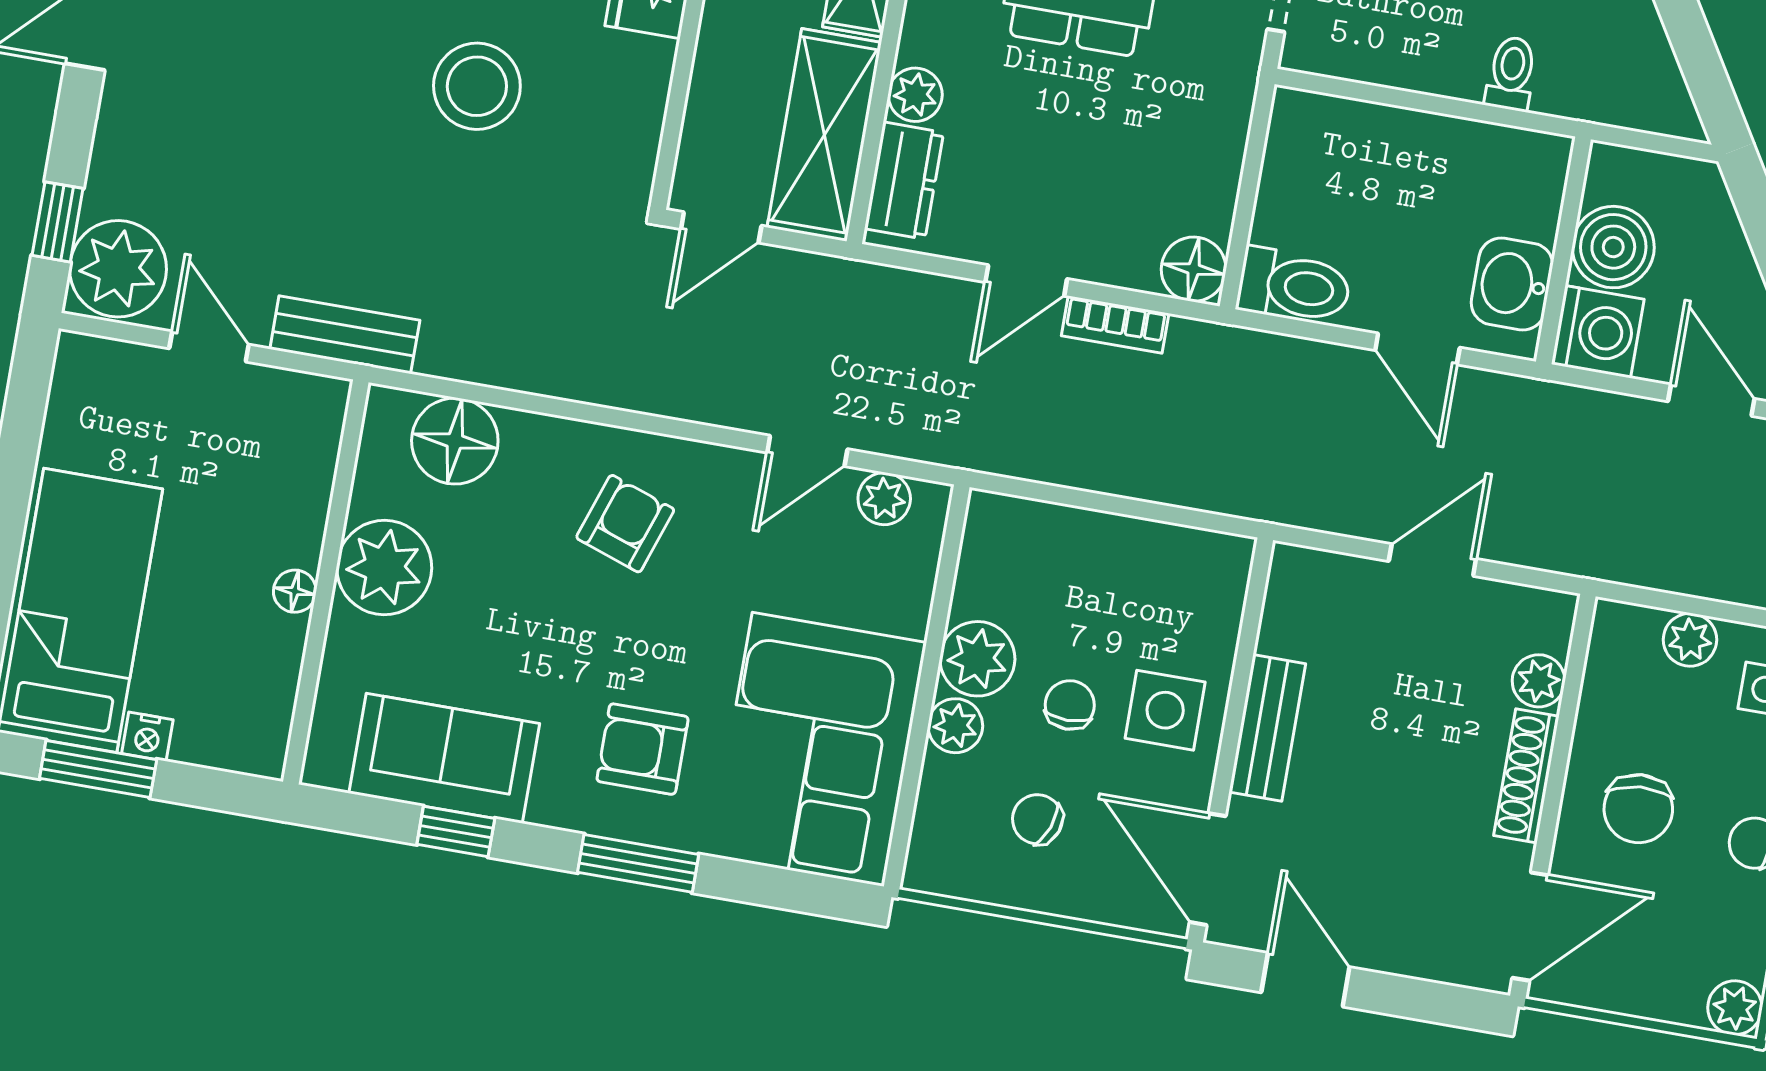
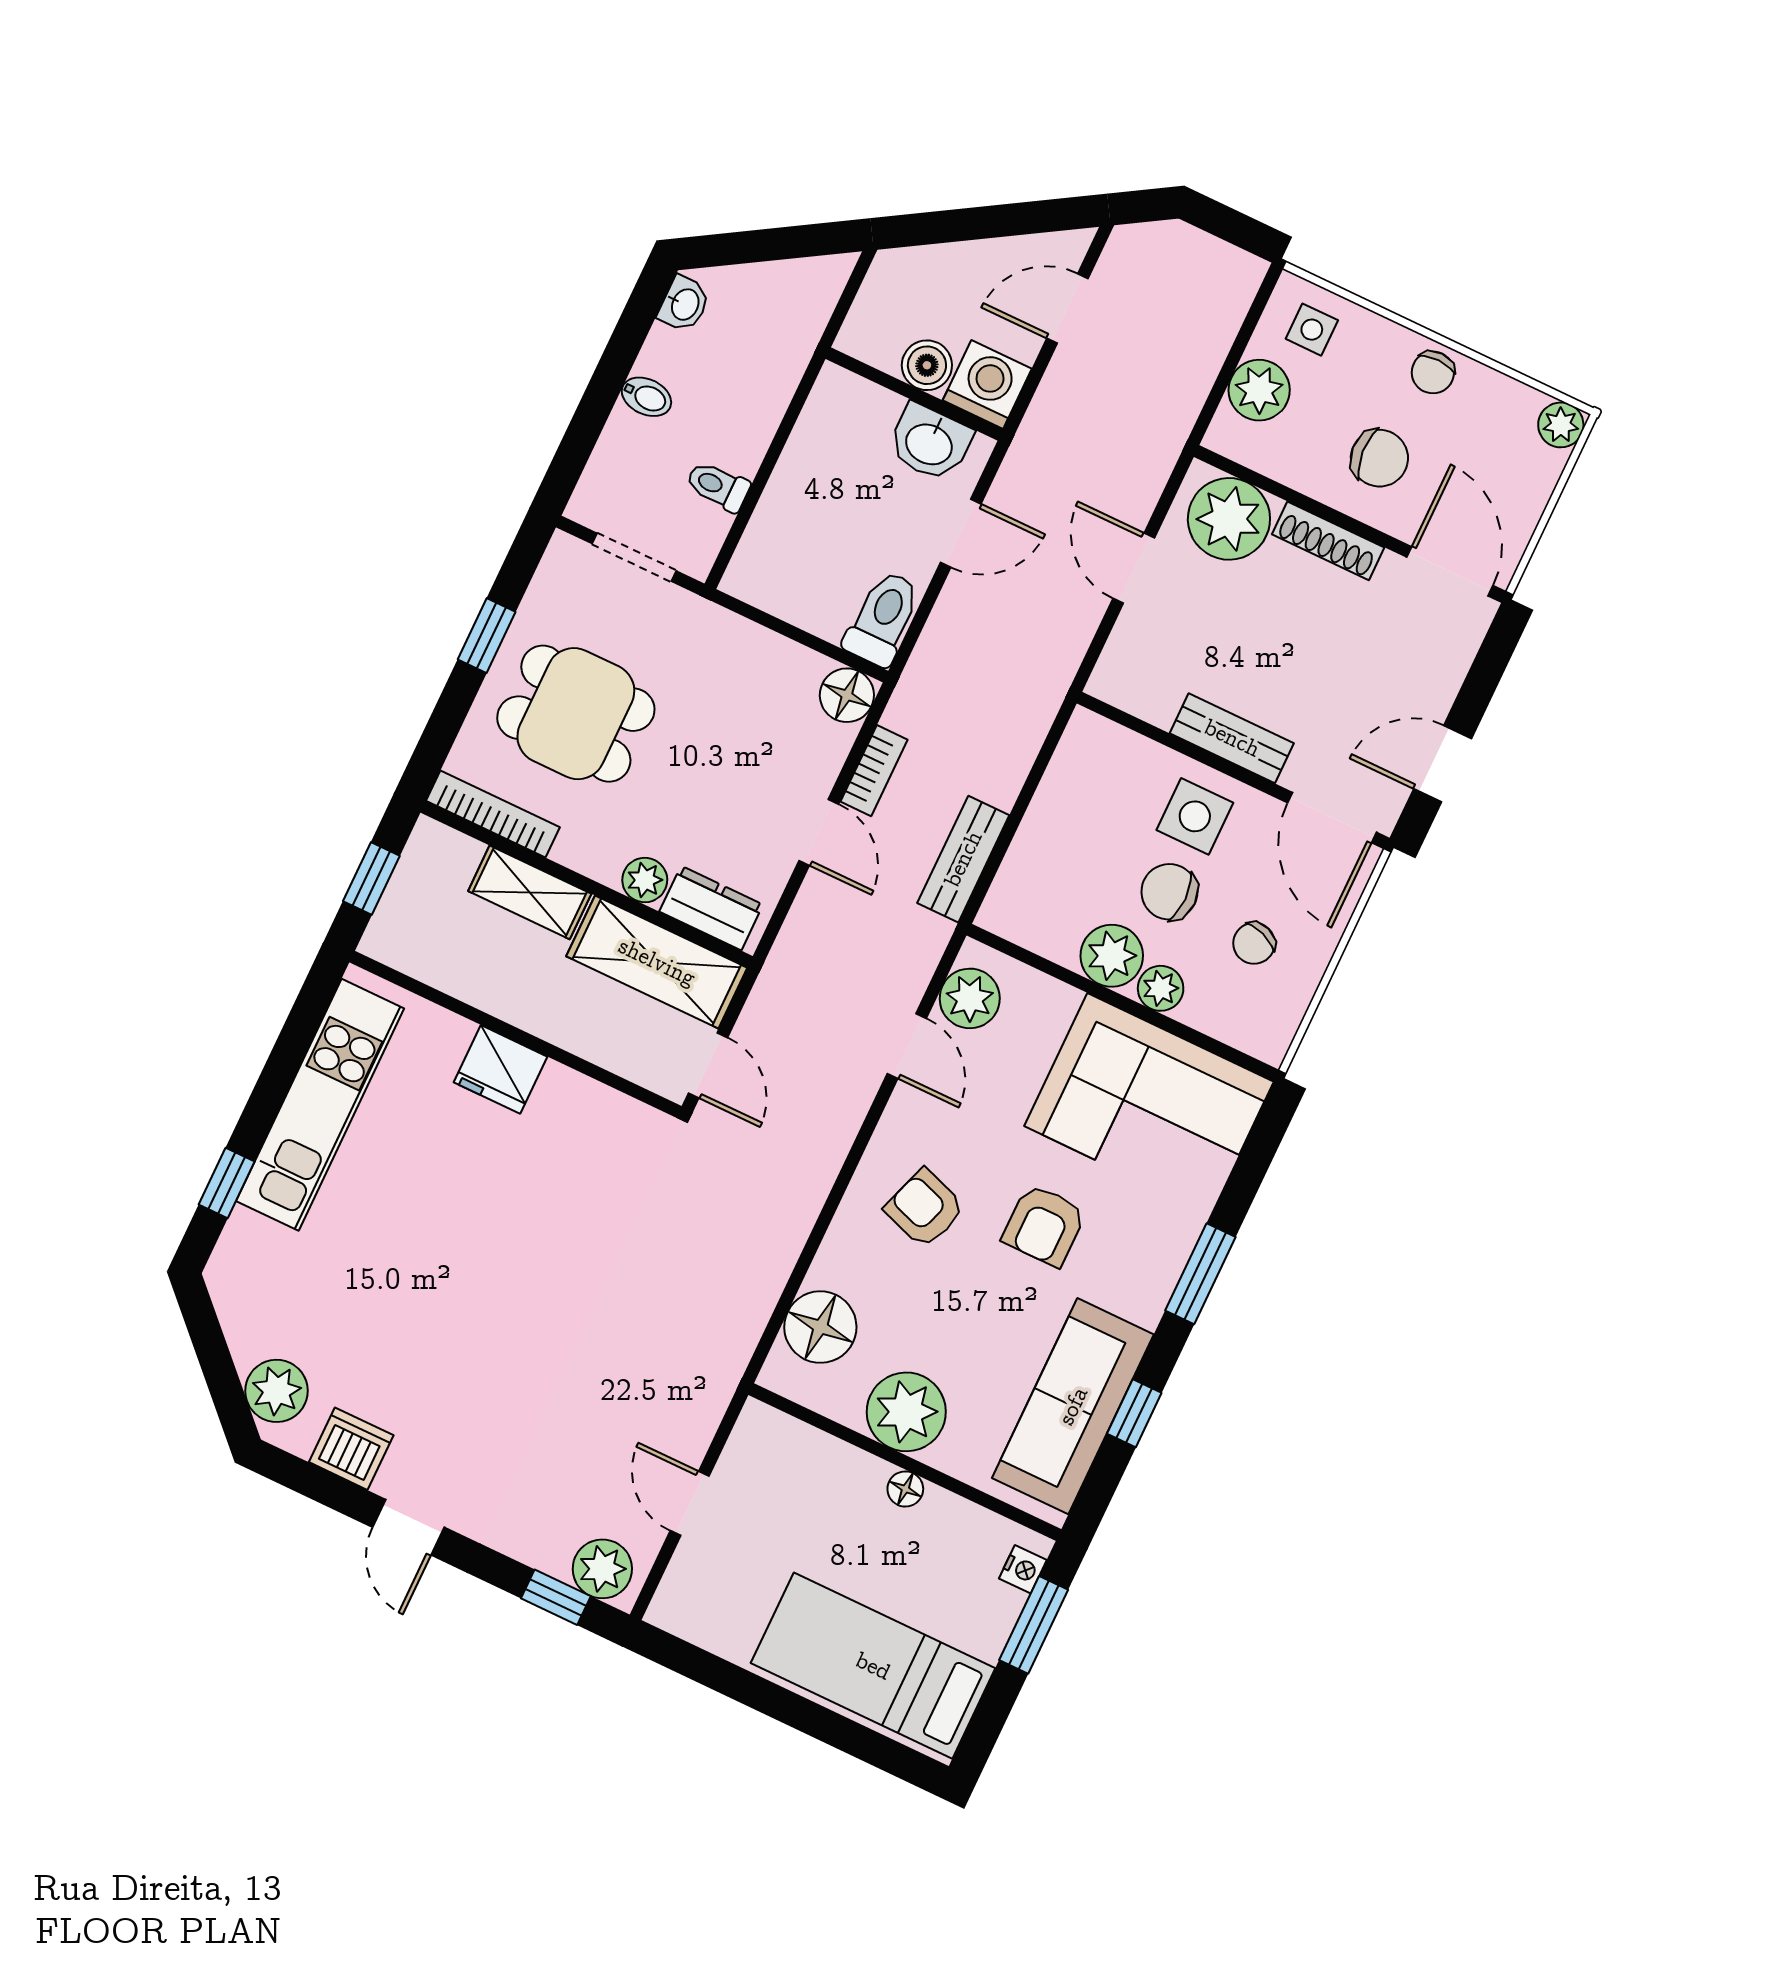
toilet: (1511, 73) -> (718, 486), moved
stool: (477, 86) -> (540, 1230), removed
boiler: (1613, 247) -> (927, 365), width x0.73, depth x0.73
plant: (118, 269) -> (602, 1569), width x0.73, depth x0.73
bench: (345, 335) -> (963, 859), moved
door: (209, 347) -> (690, 1503), hinge flipped
plant: (884, 499) -> (970, 998), width x1.38, depth x1.38
plant: (1690, 640) -> (1259, 390), width x1.38, depth x1.38
plant: (1539, 681) -> (1229, 519), width x1.87, depth x1.87
chair: (1070, 705) -> (1169, 892), width x1.37, depth x1.37
nightstand: (147, 737) -> (1023, 1569), moved
armchair: (643, 749) -> (1044, 1225), moved
sofa: (444, 758) -> (1073, 1406), width x1.36
window: (98, 769) -> (1034, 1625), moved
door: (1208, 869) -> (1332, 818), hinge flipped

